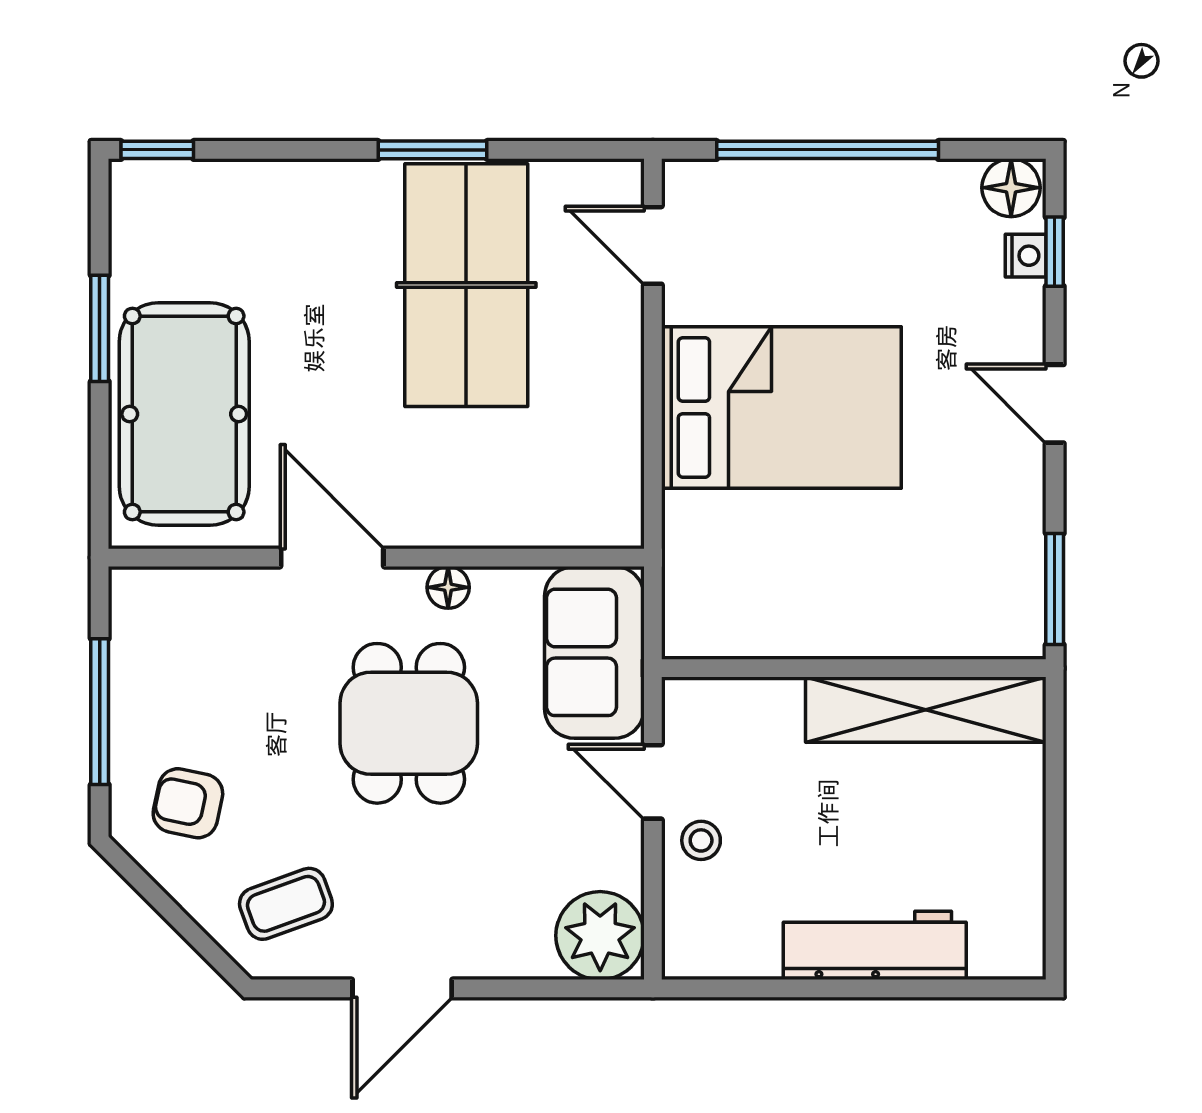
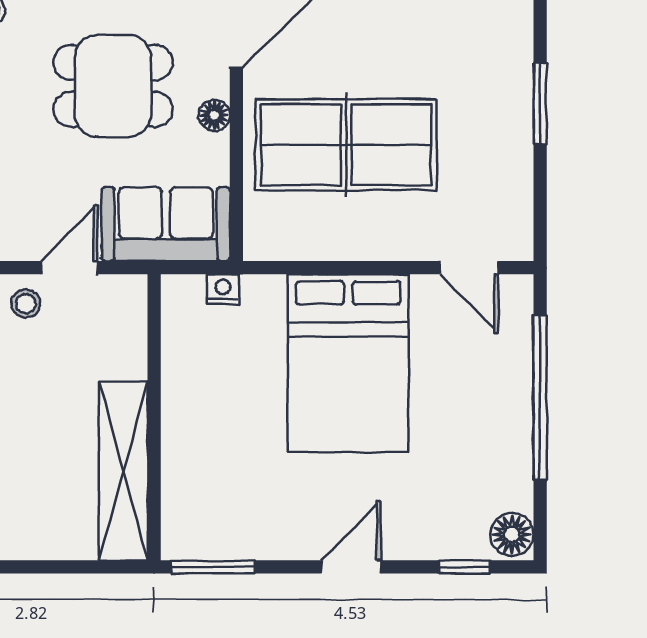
door: (653, 245) -> (469, 268), swing flipped
nightstand: (1026, 256) -> (223, 289), moved, turned 180
table tennis table: (466, 285) -> (346, 145), moved

